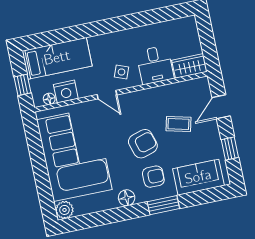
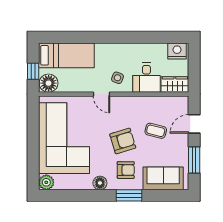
nightstand: (66, 92) -> (177, 51), moved, turned 180
floor lamp: (49, 99) -> (49, 83), width x1.89, depth x1.89
window: (230, 148) -> (194, 160), width x1.50

